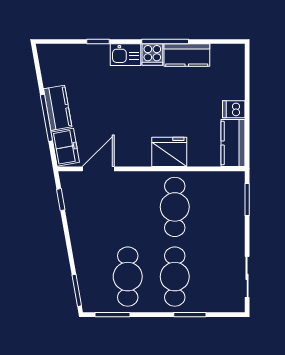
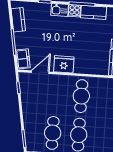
kitchen counter: (58, 108) -> (18, 20), moved
fridge: (169, 152) -> (64, 64), moved

